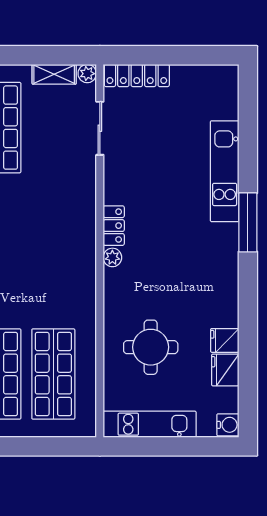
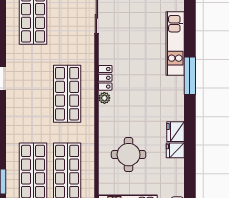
shop shelf: (53, 251) -> (67, 94), added
fridge: (225, 370) -> (176, 132), moved

